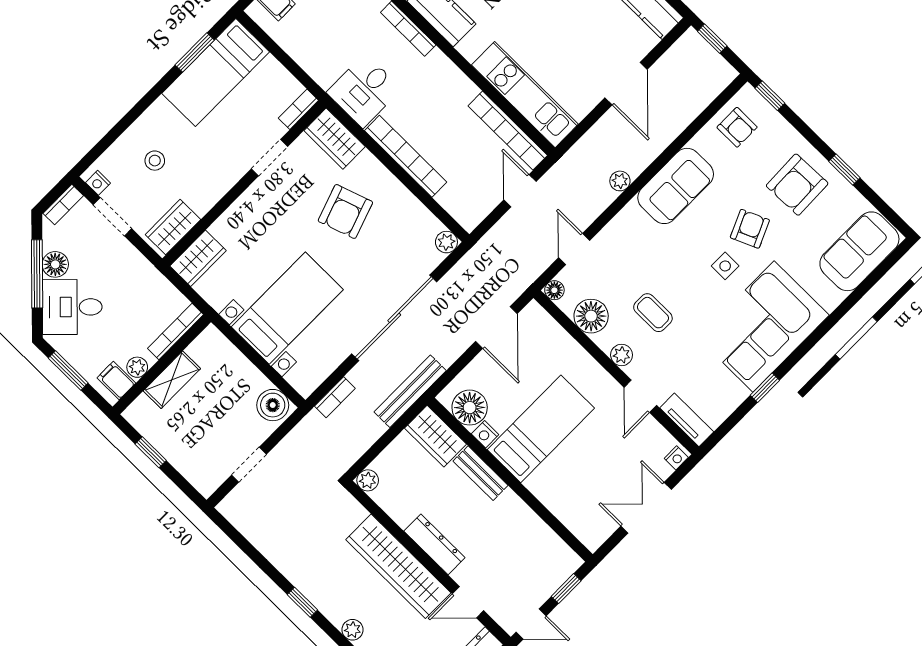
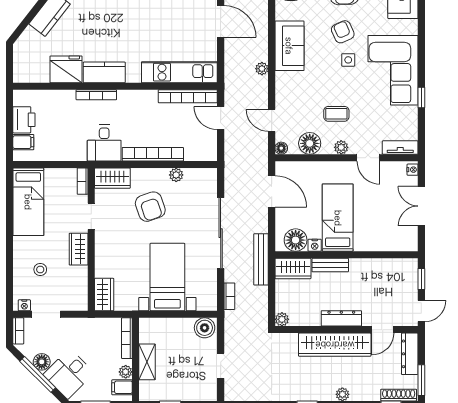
window: (195, 52) -> (10, 202), removed
wardrobe: (173, 227) -> (79, 249), moved
plant: (446, 242) -> (176, 175), moved

